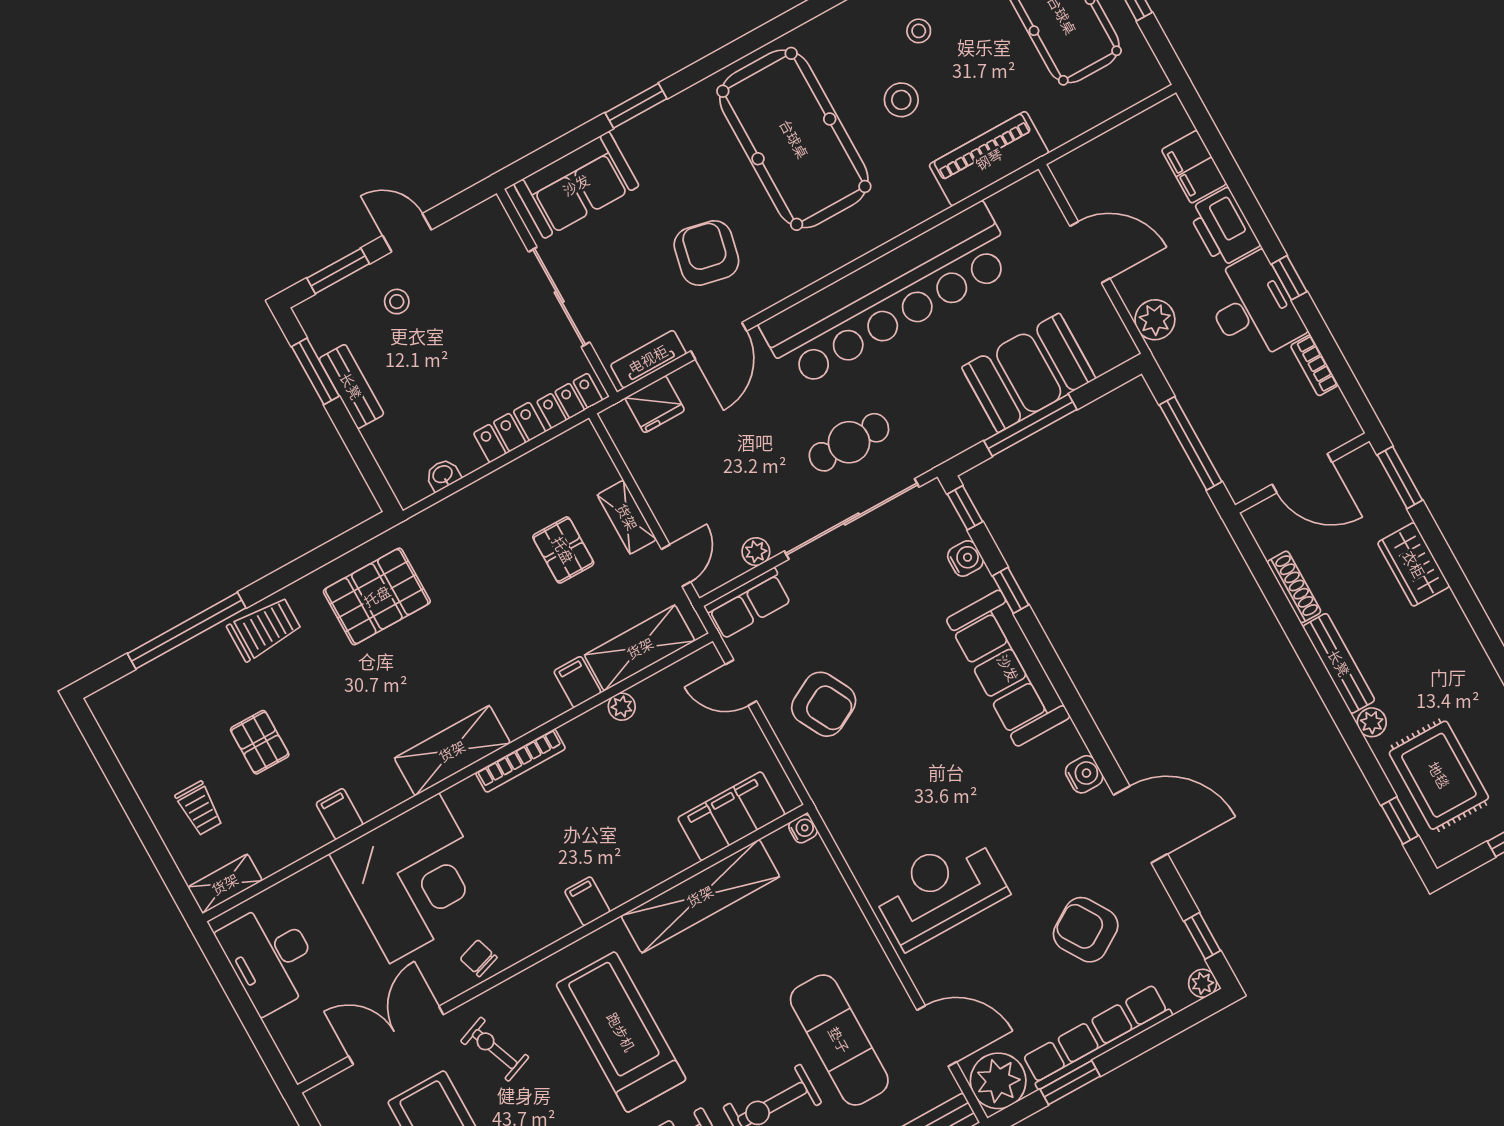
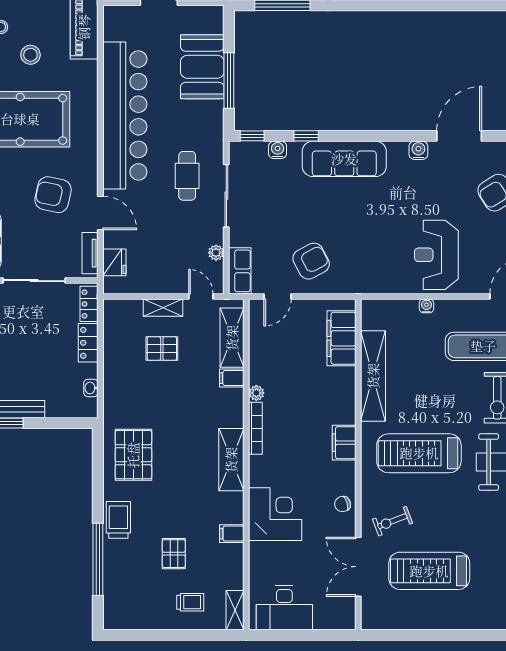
sliding door: (852, 519) -> (226, 196), width x0.73
plant: (622, 707) -> (256, 393), moved
pallet: (260, 742) -> (174, 554), turned 90
water cooler: (803, 829) -> (426, 306), moved
corner desk: (414, 878) -> (275, 514), width x0.74, depth x0.74
filing cabinet: (587, 901) -> (344, 443), width x2.00

